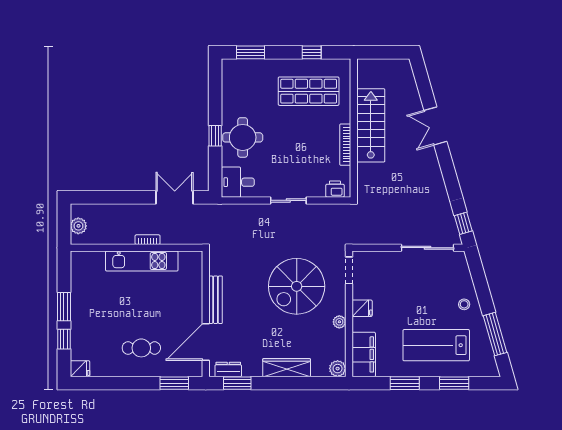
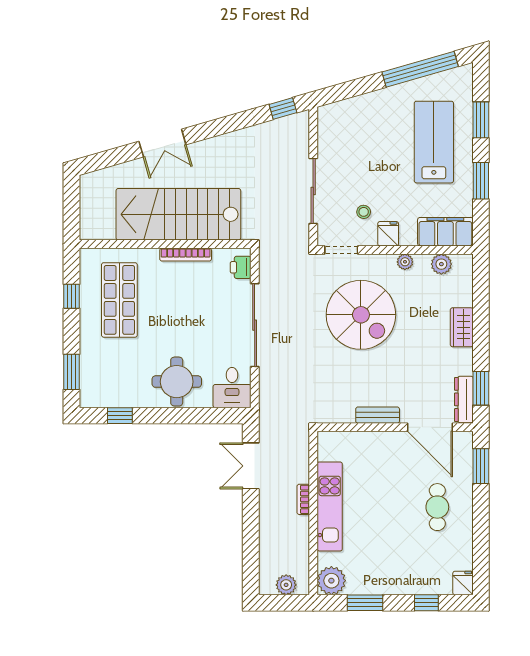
stairs: (371, 125) -> (178, 214), width x1.36, depth x1.51
window: (215, 136) -> (120, 416), moved
sliding door: (288, 200) -> (255, 325), width x1.86
sliding door: (427, 248) -> (313, 191), moved
plant: (82, 262) -> (331, 581), added
bench: (216, 300) -> (378, 415), width x0.73
stool: (464, 304) -> (364, 212), moved
window: (64, 307) -> (365, 603), moved
window: (495, 334) -> (420, 69), width x1.46
lab bench: (436, 345) -> (434, 142), turned 180
wardrobe: (287, 368) -> (462, 327), width x0.67
dresser: (228, 369) -> (464, 399), width x1.44
plant: (338, 369) -> (441, 264), moved

